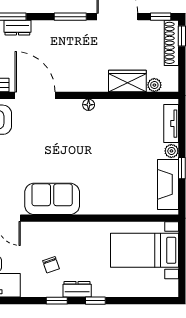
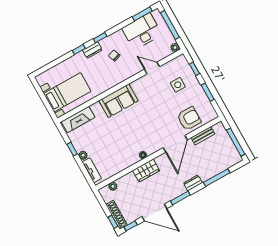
dresser: (17, 28) -> (193, 183), moved
wardrobe: (127, 81) -> (146, 171), moved
door: (35, 95) -> (175, 144), hinge flipped
fireplace: (168, 184) -> (78, 119), moved, turned 90
sofa: (52, 199) -> (118, 101), moved

